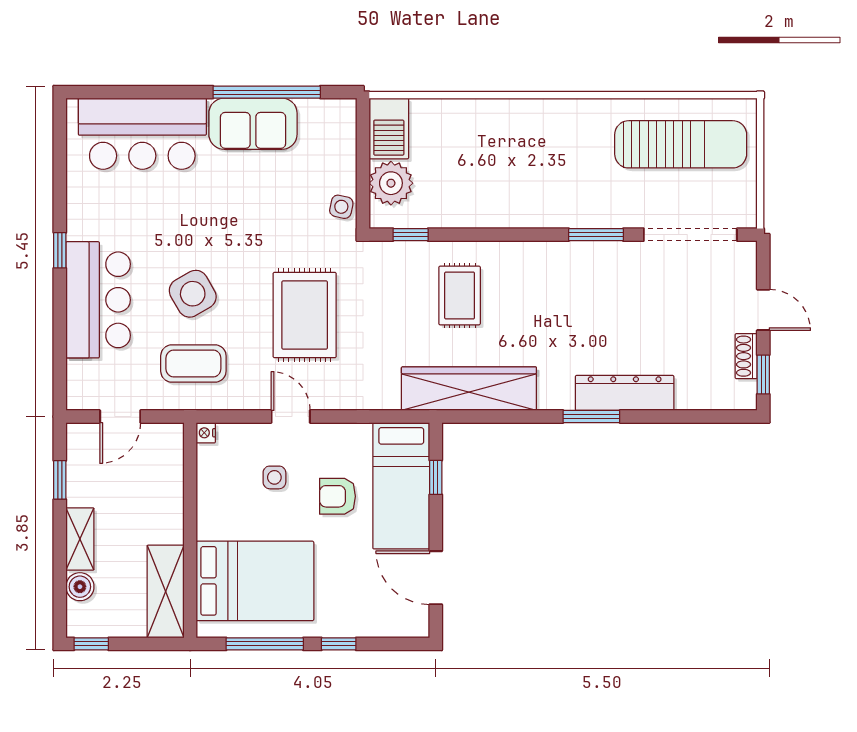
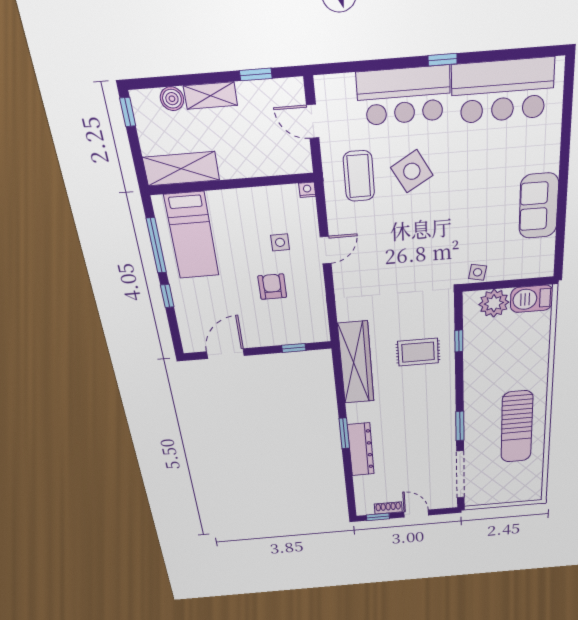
window: (267, 92) -> (561, 214), removed
bar counter: (142, 134) -> (503, 91), moved, turned -90
sun lounger: (681, 144) -> (517, 427), moved
window: (411, 235) -> (459, 341), moved
door: (763, 310) -> (416, 514), swing flipped
rug: (305, 315) -> (400, 254), removed
bed: (401, 486) -> (285, 327), removed
bed: (255, 581) -> (192, 236), width x0.67

